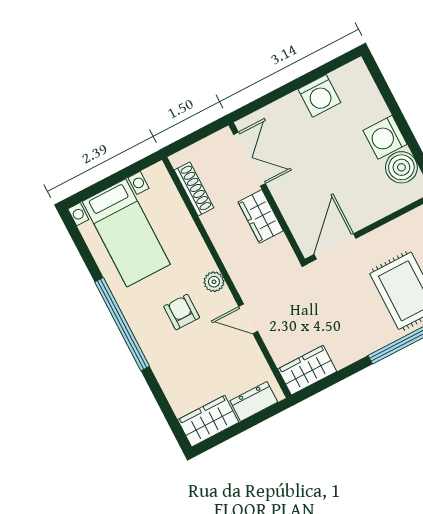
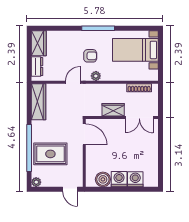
washing machine: (319, 96) -> (135, 179), moved, turned 90
window: (122, 324) -> (98, 28), width x0.68
wardrobe: (307, 370) -> (38, 102), width x1.50

